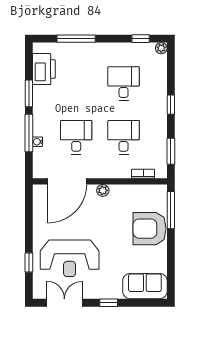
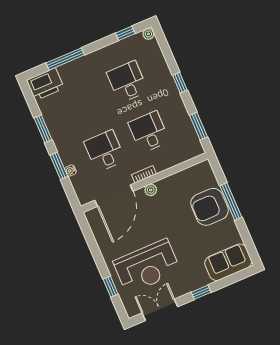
printer: (44, 69) -> (45, 84), moved, turned 90
window: (29, 133) -> (59, 166), width x0.69
bookcase: (143, 174) -> (144, 174), moved
window: (171, 210) -> (231, 202), moved

